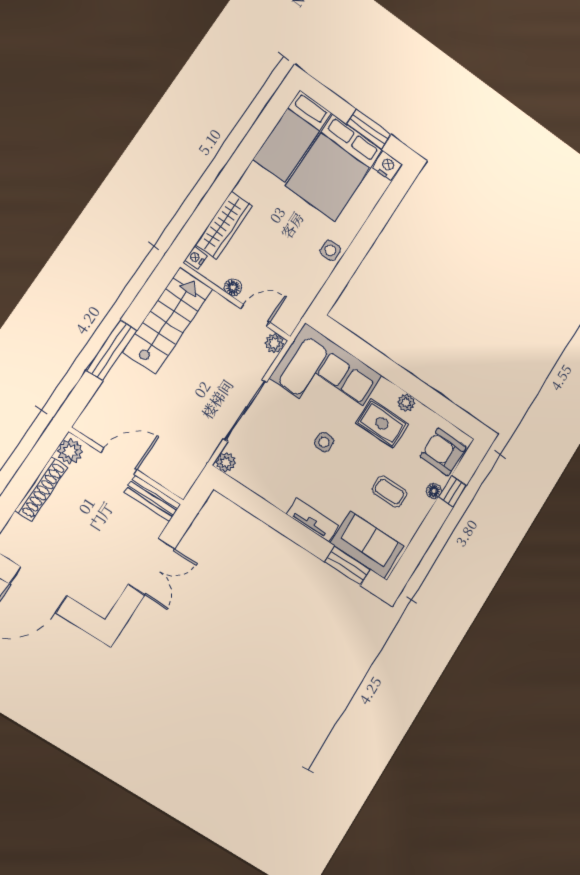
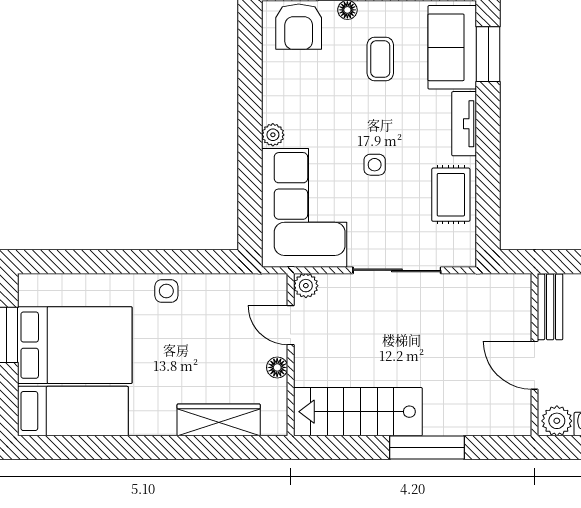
nightstand: (387, 166) -> (31, 290), removed
nightstand: (196, 258) -> (273, 426), removed
plant: (406, 403) -> (273, 135), moved
rug: (382, 423) -> (451, 195), moved
plant: (226, 462) -> (464, 255), removed

